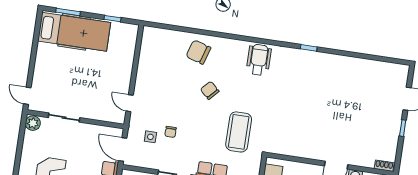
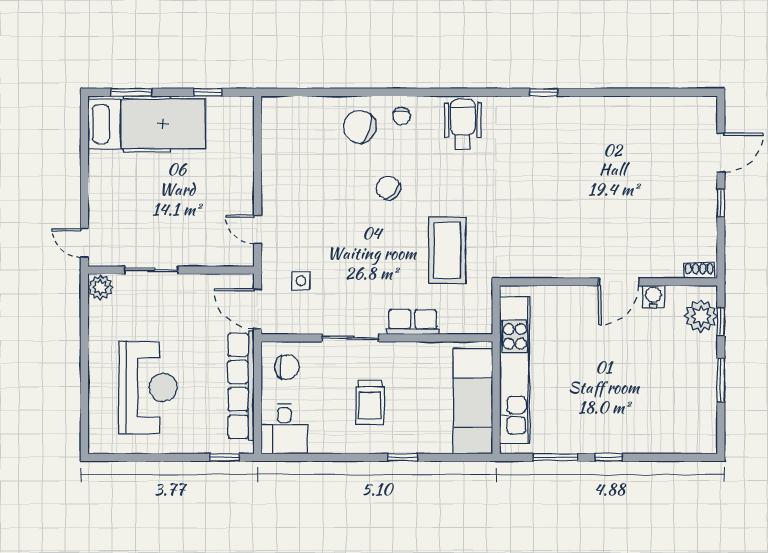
chair: (171, 132) -> (402, 116), moved

